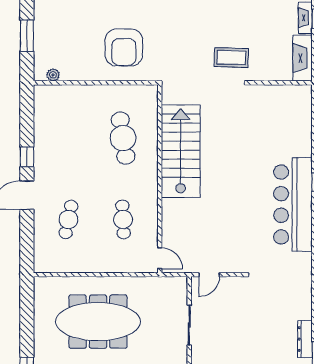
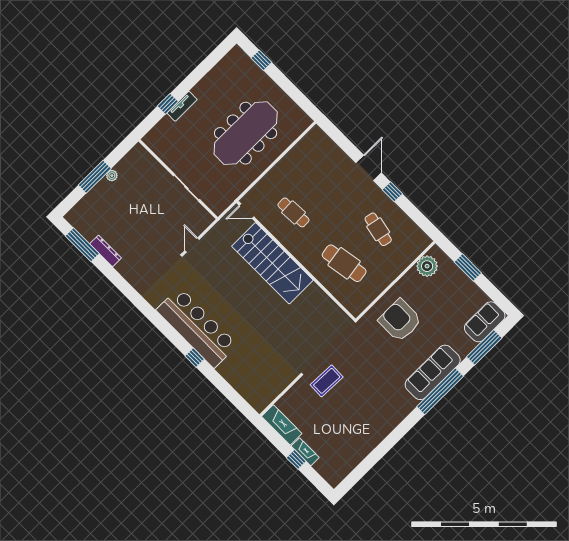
plant: (53, 75) -> (427, 266), width x1.88, depth x1.88
stairs: (181, 151) -> (272, 263), moved
cafe table: (68, 219) -> (378, 229), moved
door: (209, 275) -> (192, 245), moved

